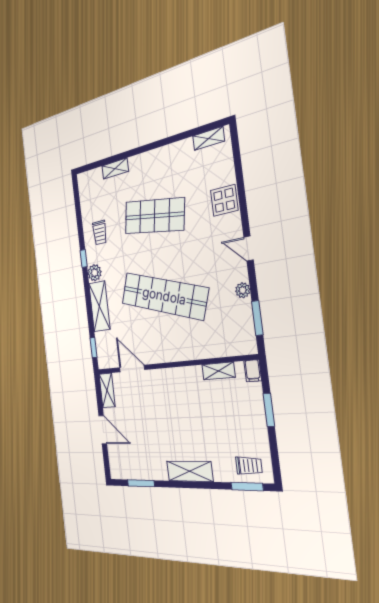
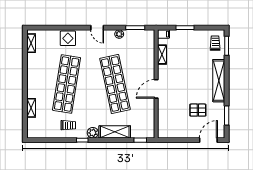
shop shelf: (154, 216) -> (67, 84), width x1.40
door: (249, 249) -> (97, 28), hinge flipped
shop shelf: (164, 296) -> (115, 84), turned -30
door: (132, 369) -> (156, 89), moved
shelving: (107, 390) -> (168, 133), removed
door: (103, 430) -> (208, 140), moved
pallet: (143, 436) -> (198, 110), added
shelving: (190, 471) -> (219, 81), width x1.47

